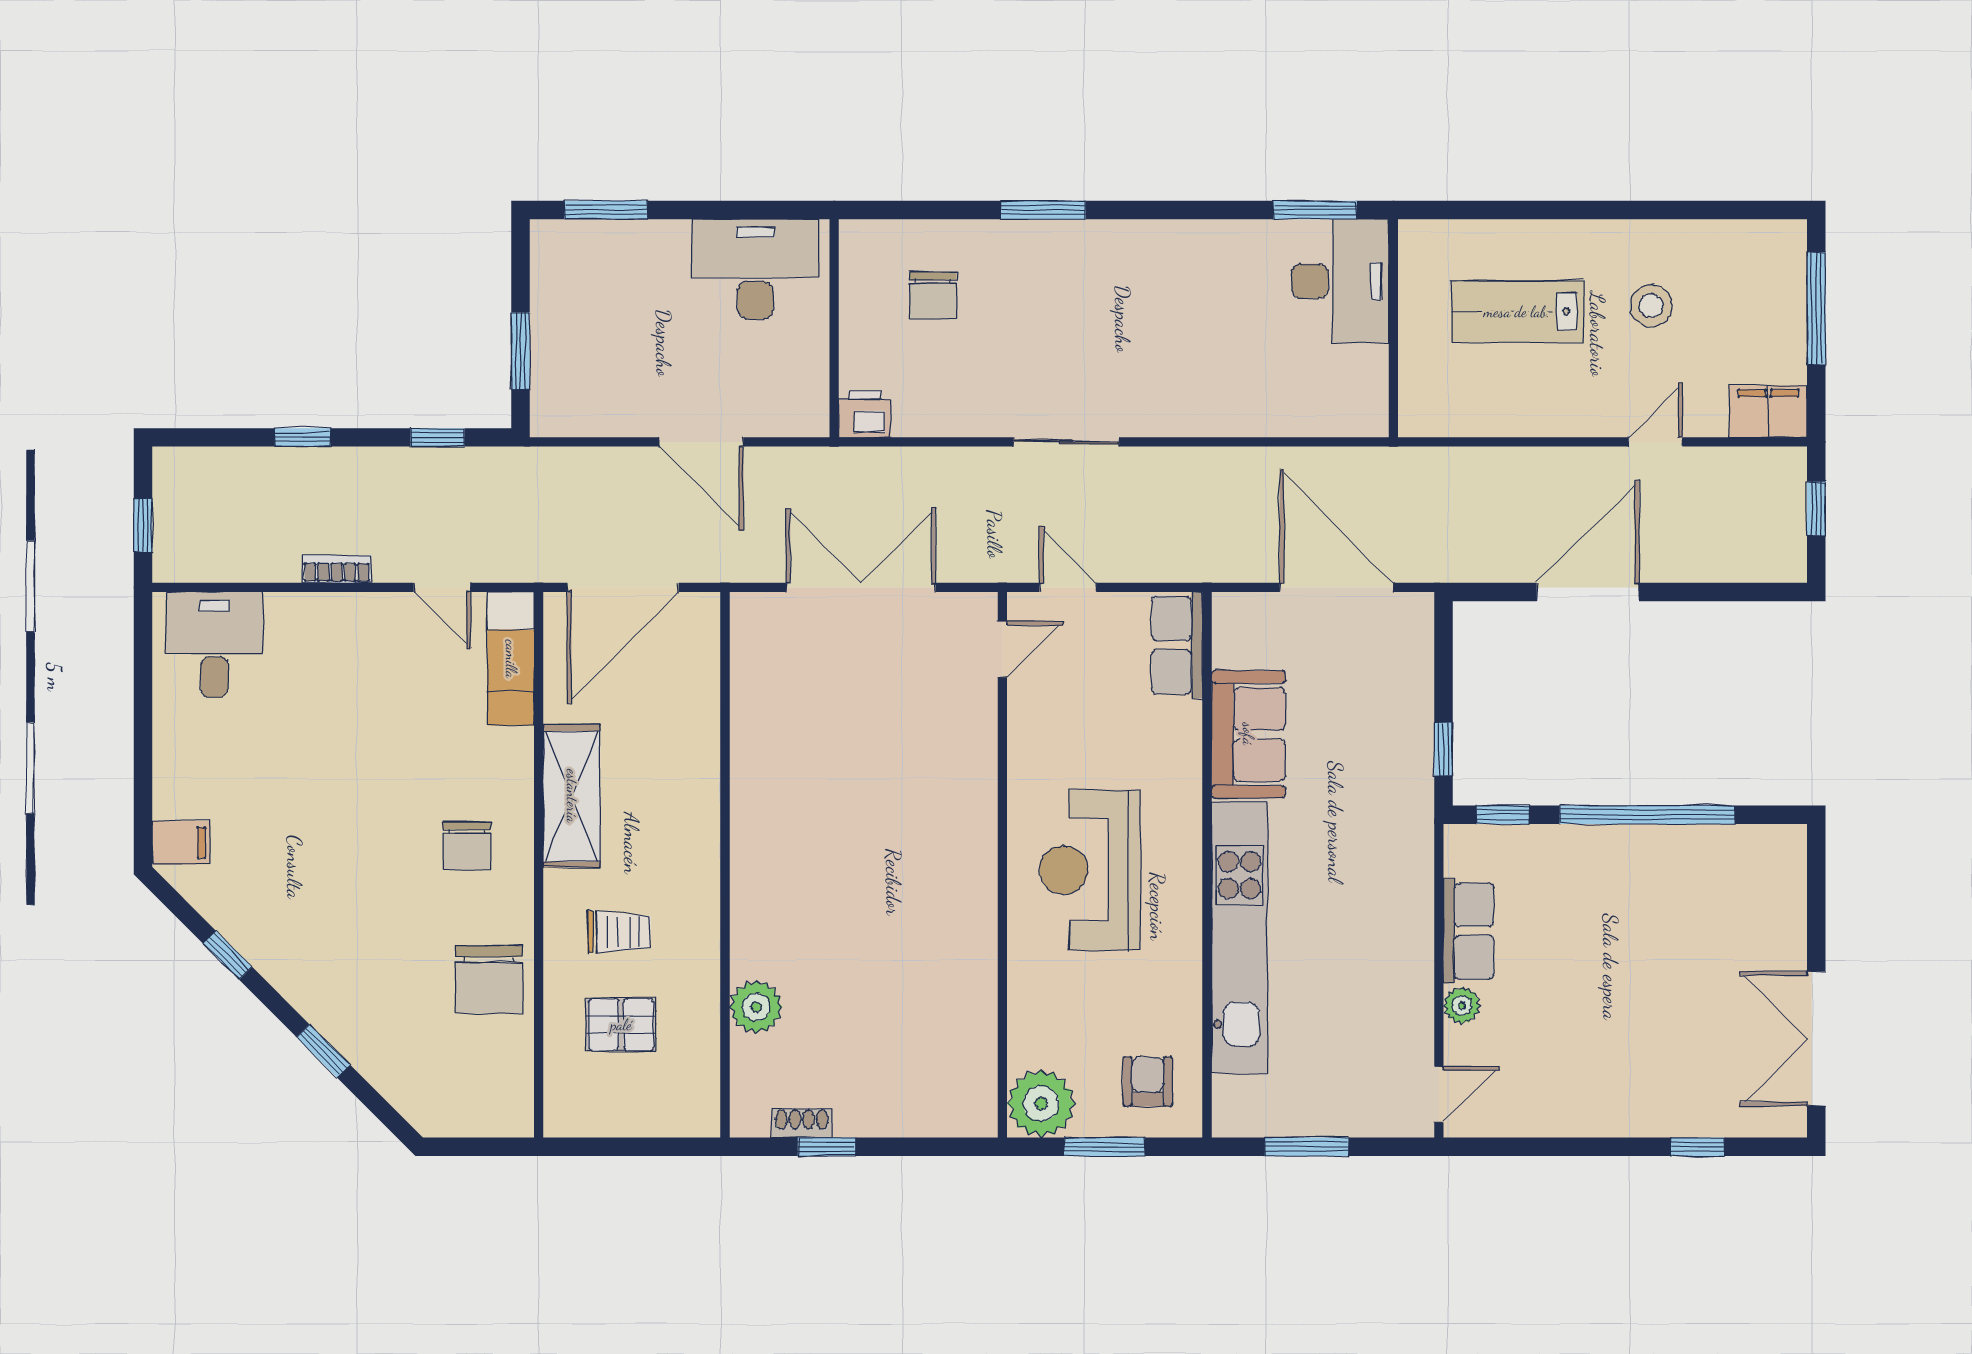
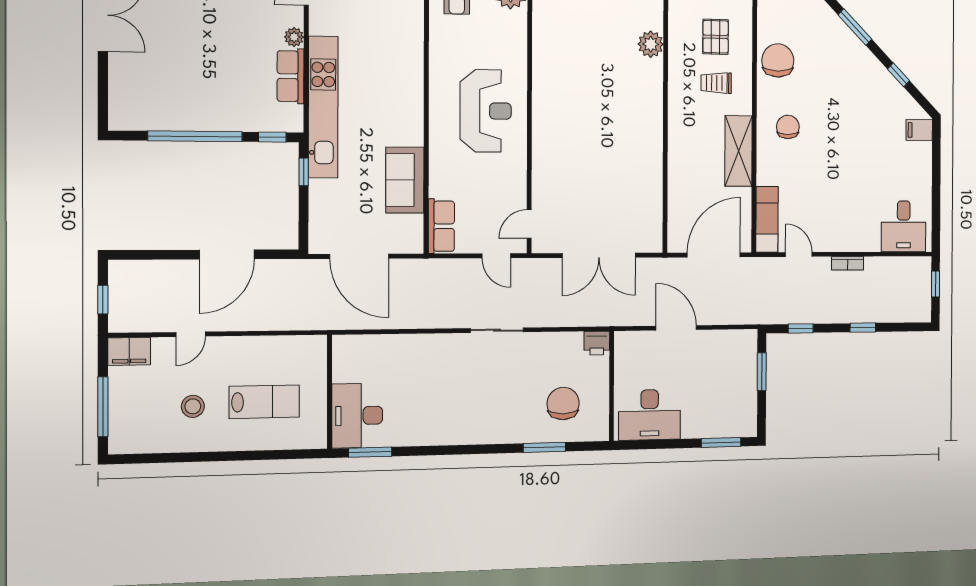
window: (1043, 210) -> (544, 447), moved
chair: (933, 296) -> (563, 403), width x1.37, depth x1.37
kitchen unit: (1240, 937) -> (323, 107), moved, turned 180
pallet: (621, 1025) -> (716, 37), turned 90
window: (323, 1051) -> (855, 27), width x1.50

